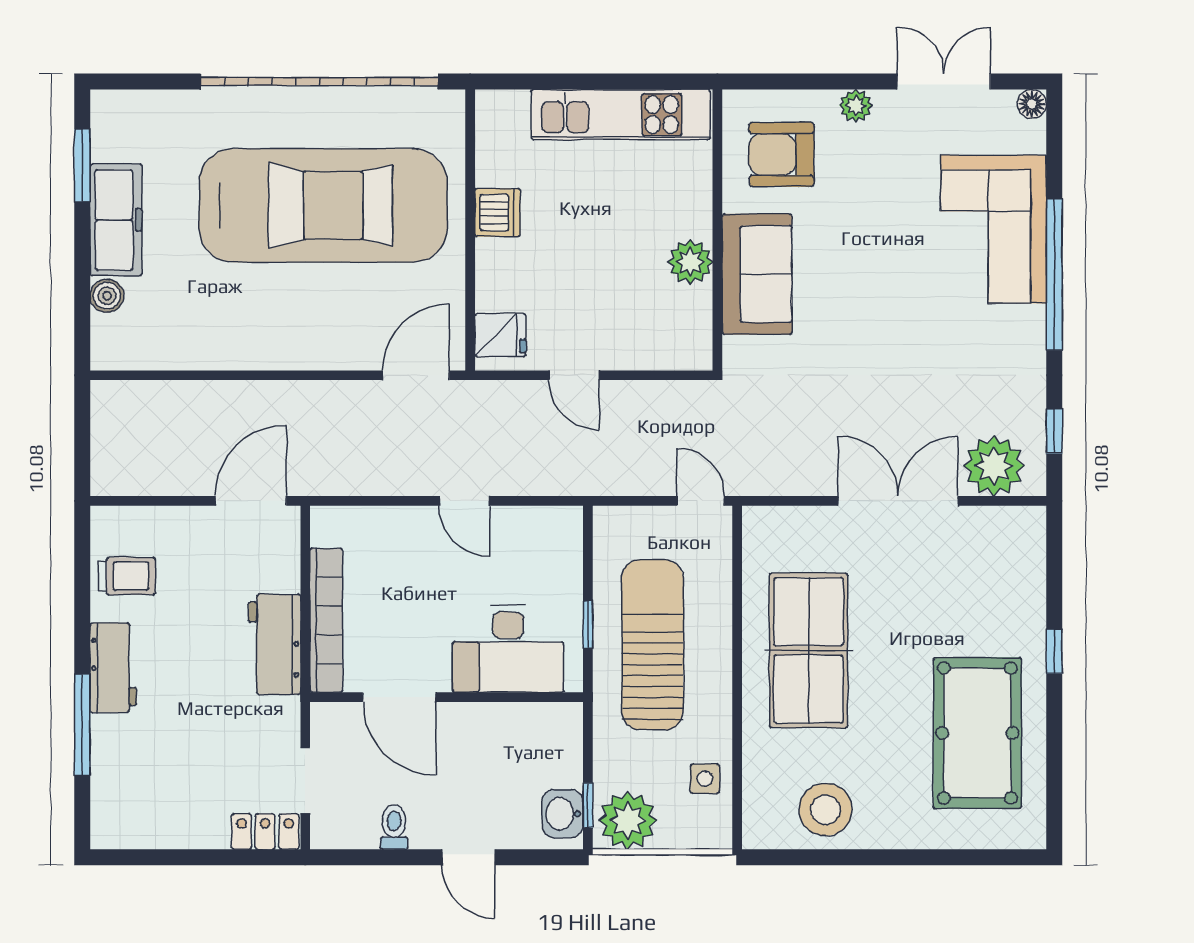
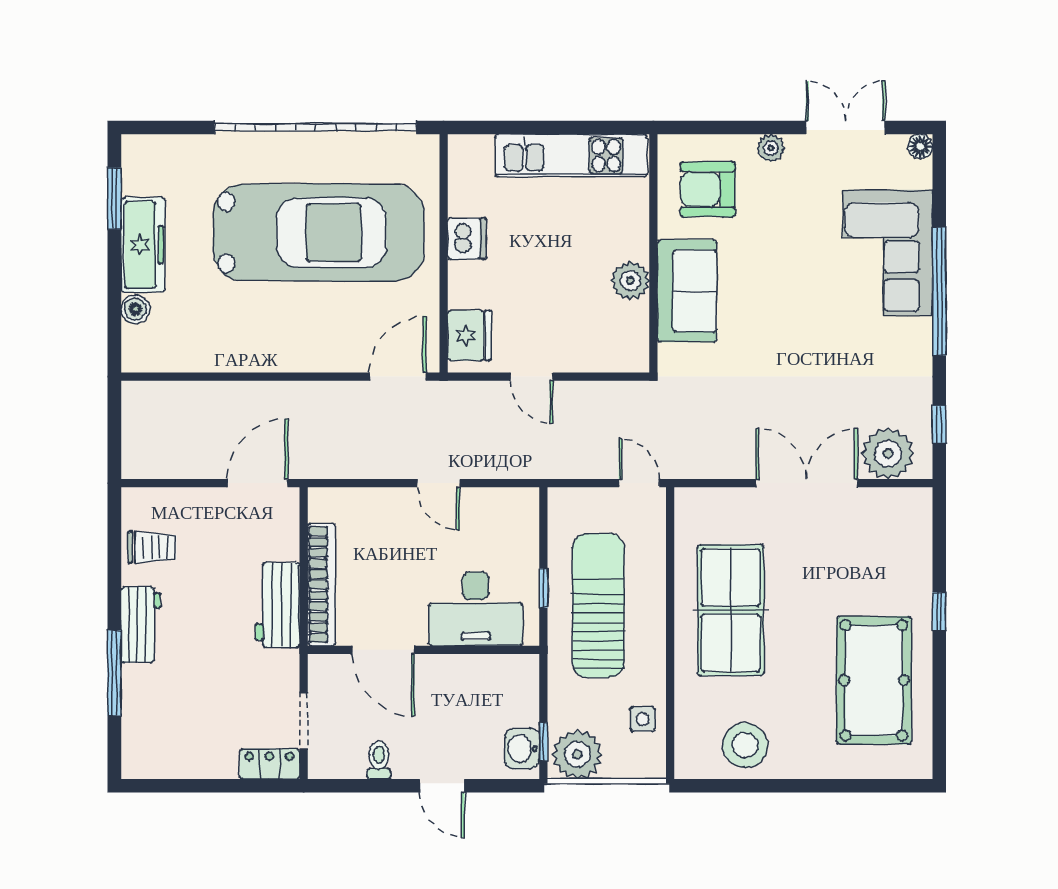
fridge: (500, 335) -> (469, 335), width x1.38

